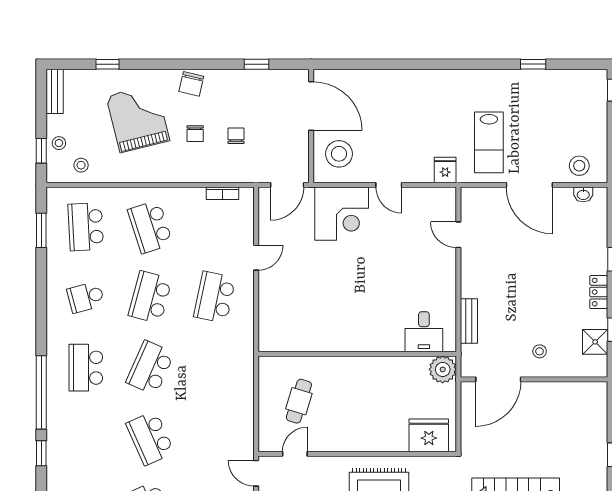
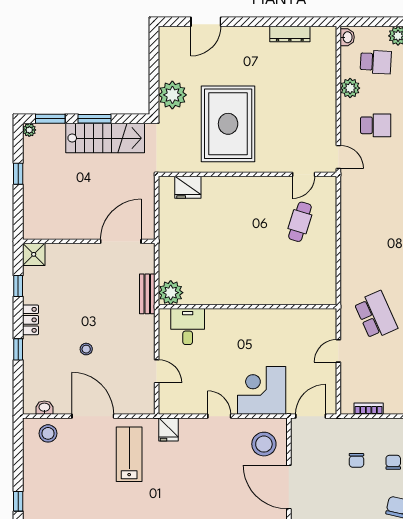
school desk: (215, 297) -> (376, 315), turned -36
desk: (424, 332) -> (188, 327), moved
shower: (595, 342) -> (34, 254), moved
stool: (540, 351) -> (86, 349), moved
wall: (357, 354) -> (247, 307), moved
plant: (443, 369) -> (171, 293), moved
fridge: (429, 435) -> (188, 187), width x0.73, depth x0.75

